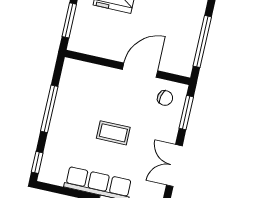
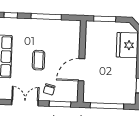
door: (140, 70) -> (81, 70), swing flipped
chair: (165, 98) -> (49, 89), moved

